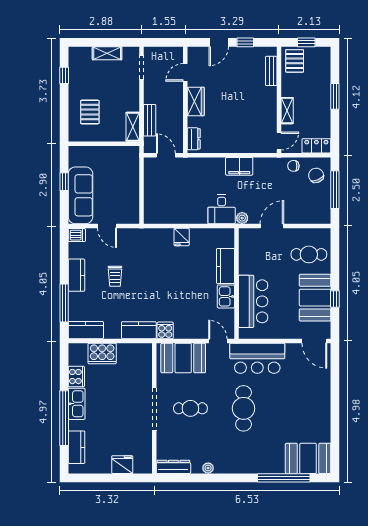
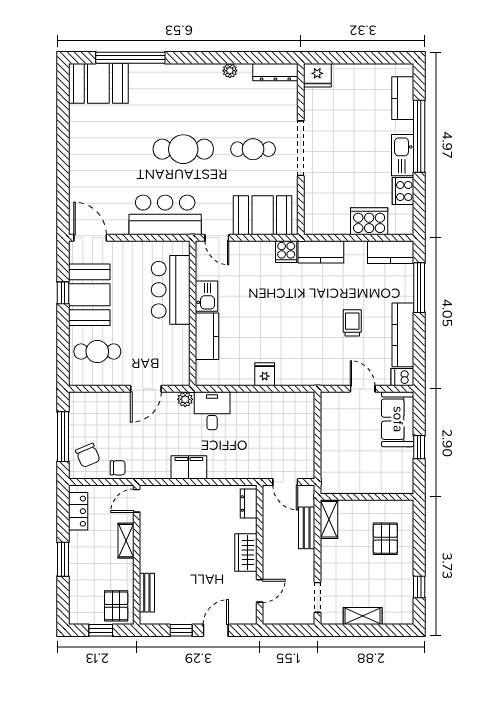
locker: (316, 146) -> (78, 511), moved, turned -90
sofa: (80, 195) -> (398, 419), width x0.73
kitchen counter: (76, 275) -> (403, 335), width x1.50
cafe table: (244, 408) -> (183, 149), turned 90
fridge: (122, 465) -> (317, 75), moved

